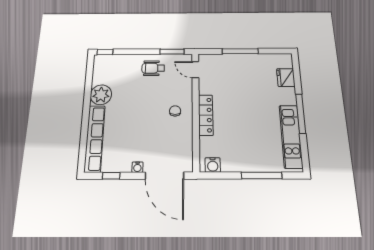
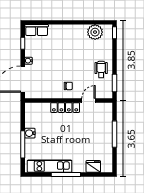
door: (195, 70) -> (88, 101), moved
plant: (101, 95) -> (95, 32), moved
row of seats: (95, 138) -> (37, 30), width x0.50
water cooler: (213, 165) -> (30, 133), moved

